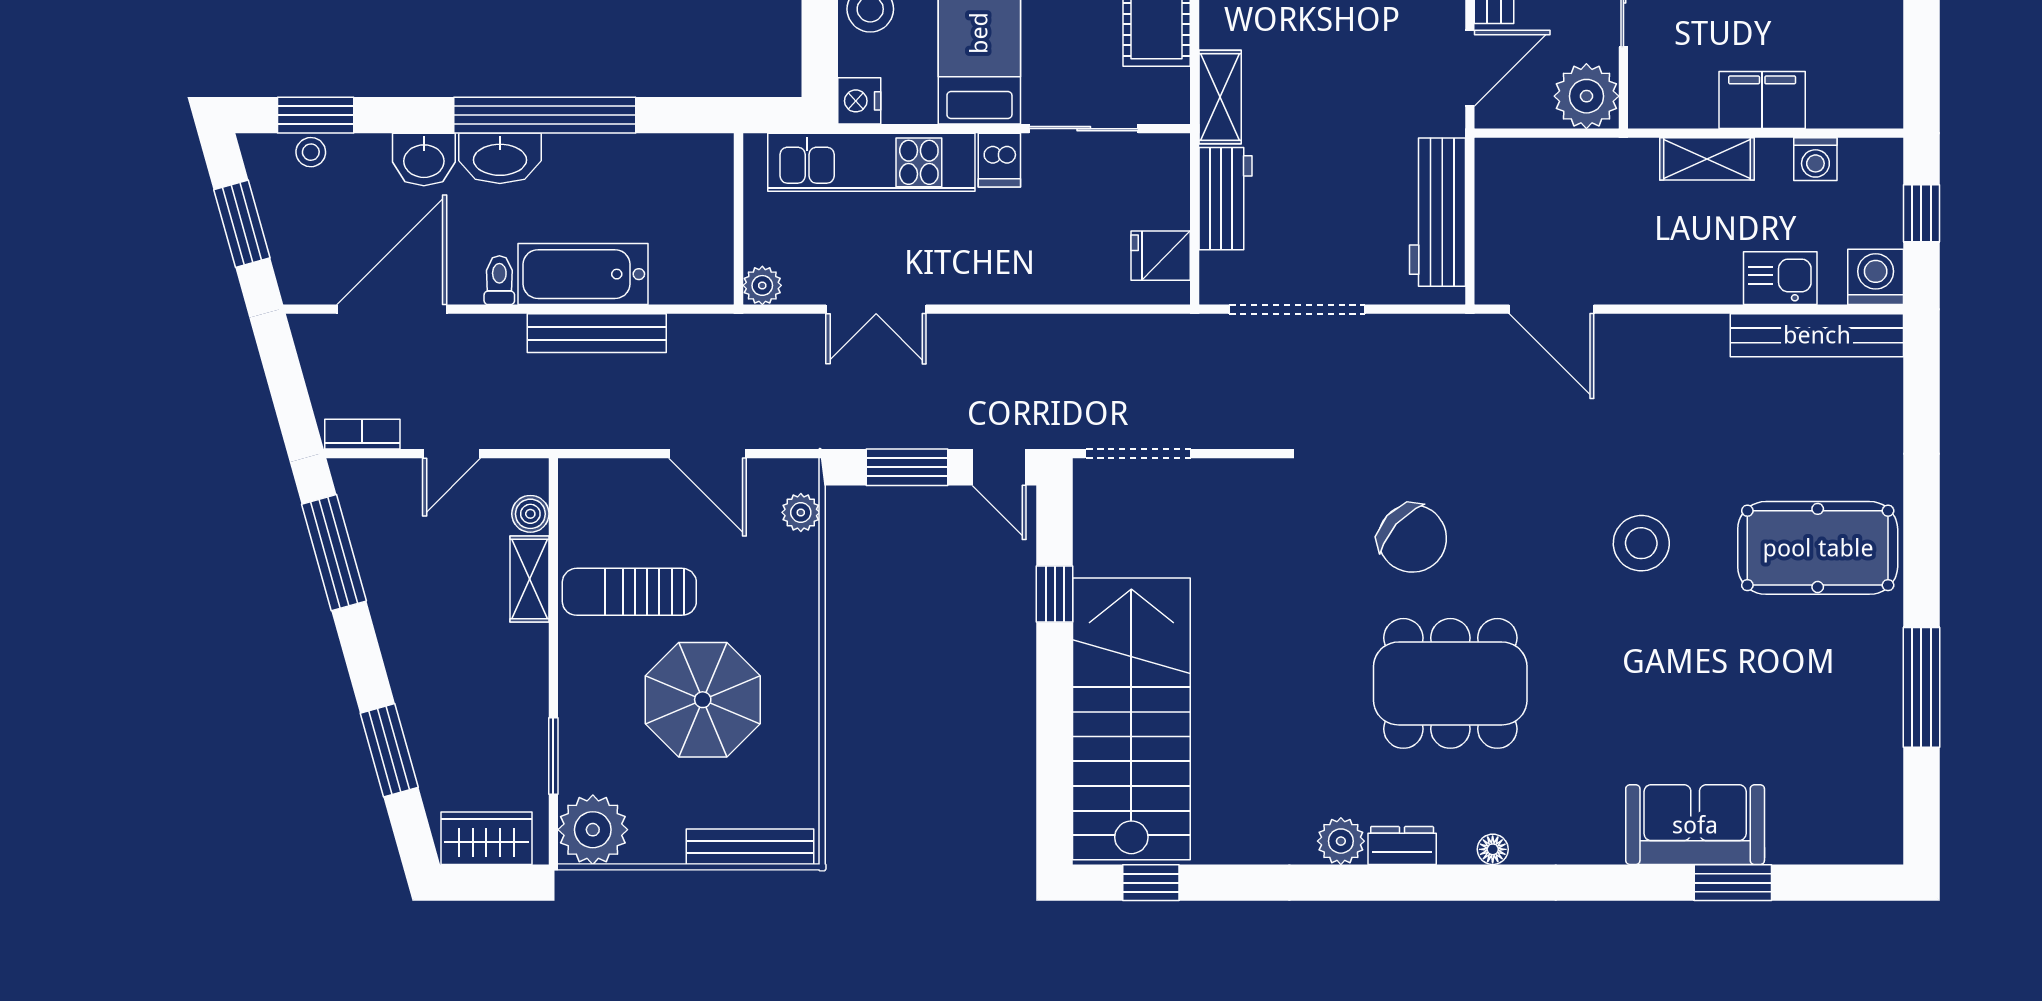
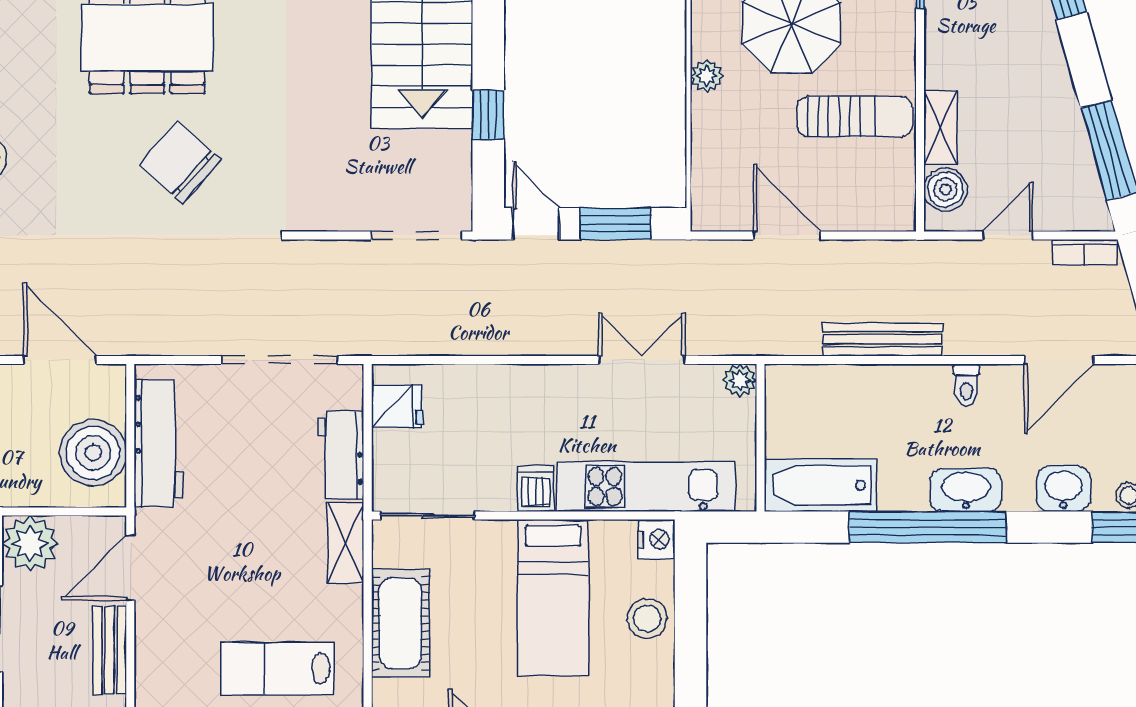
sliding door: (1084, 129) -> (428, 515), moved
washbasin: (424, 160) -> (1064, 489), moved
boiler: (1513, 201) -> (93, 453), added
bathtub: (583, 274) -> (820, 485), moved, turned 180
door: (392, 309) -> (1059, 360), width x0.73
plant: (801, 512) -> (707, 76), moved
boiler: (530, 514) -> (946, 189), width x1.36, depth x1.36

